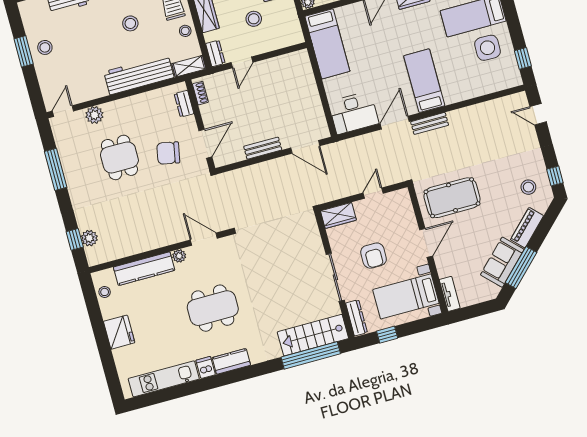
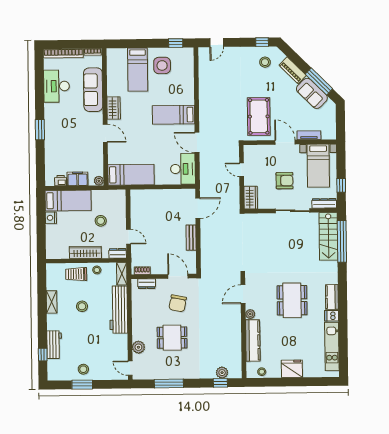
bench: (430, 123) -> (204, 119), removed
tv unit: (450, 294) -> (309, 135), moved

